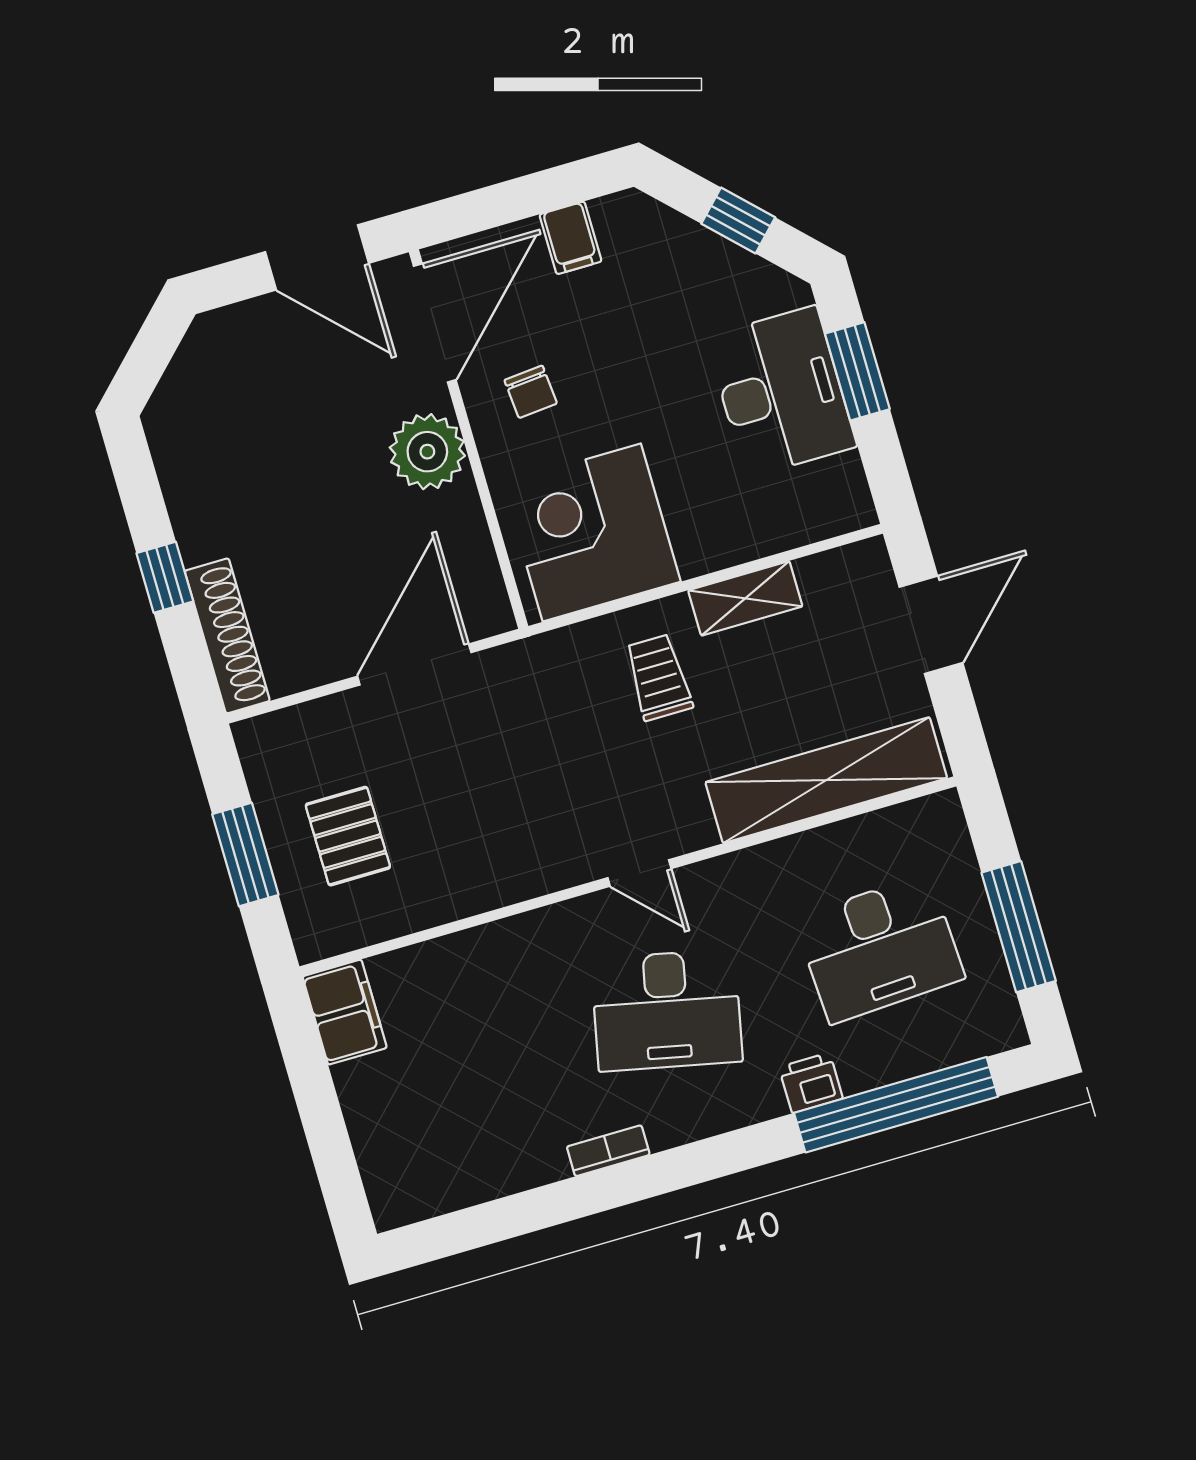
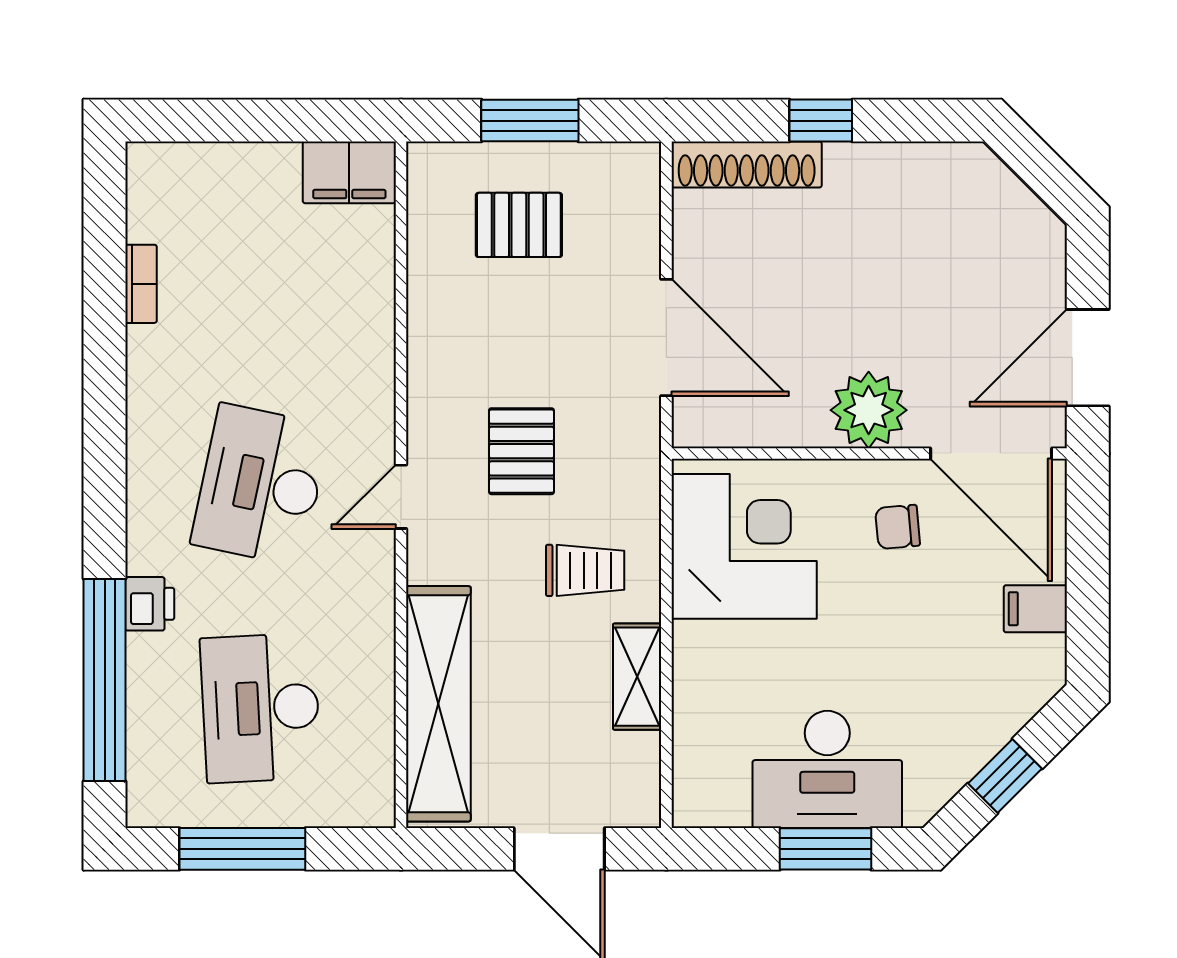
pallet: (563, 771) -> (521, 451), added
bookcase: (608, 1151) -> (141, 284), moved

